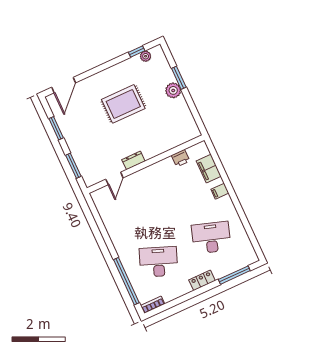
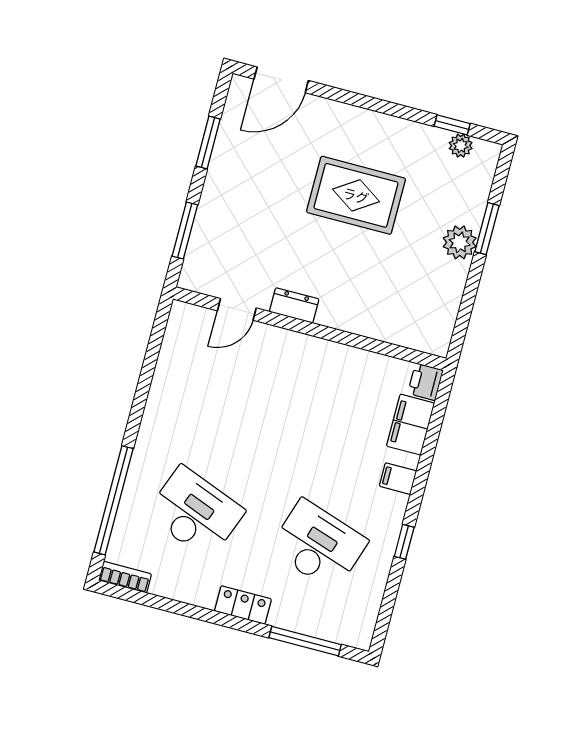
printer: (181, 158) -> (425, 382), moved, turned 90
window: (240, 212) -> (404, 542), added

